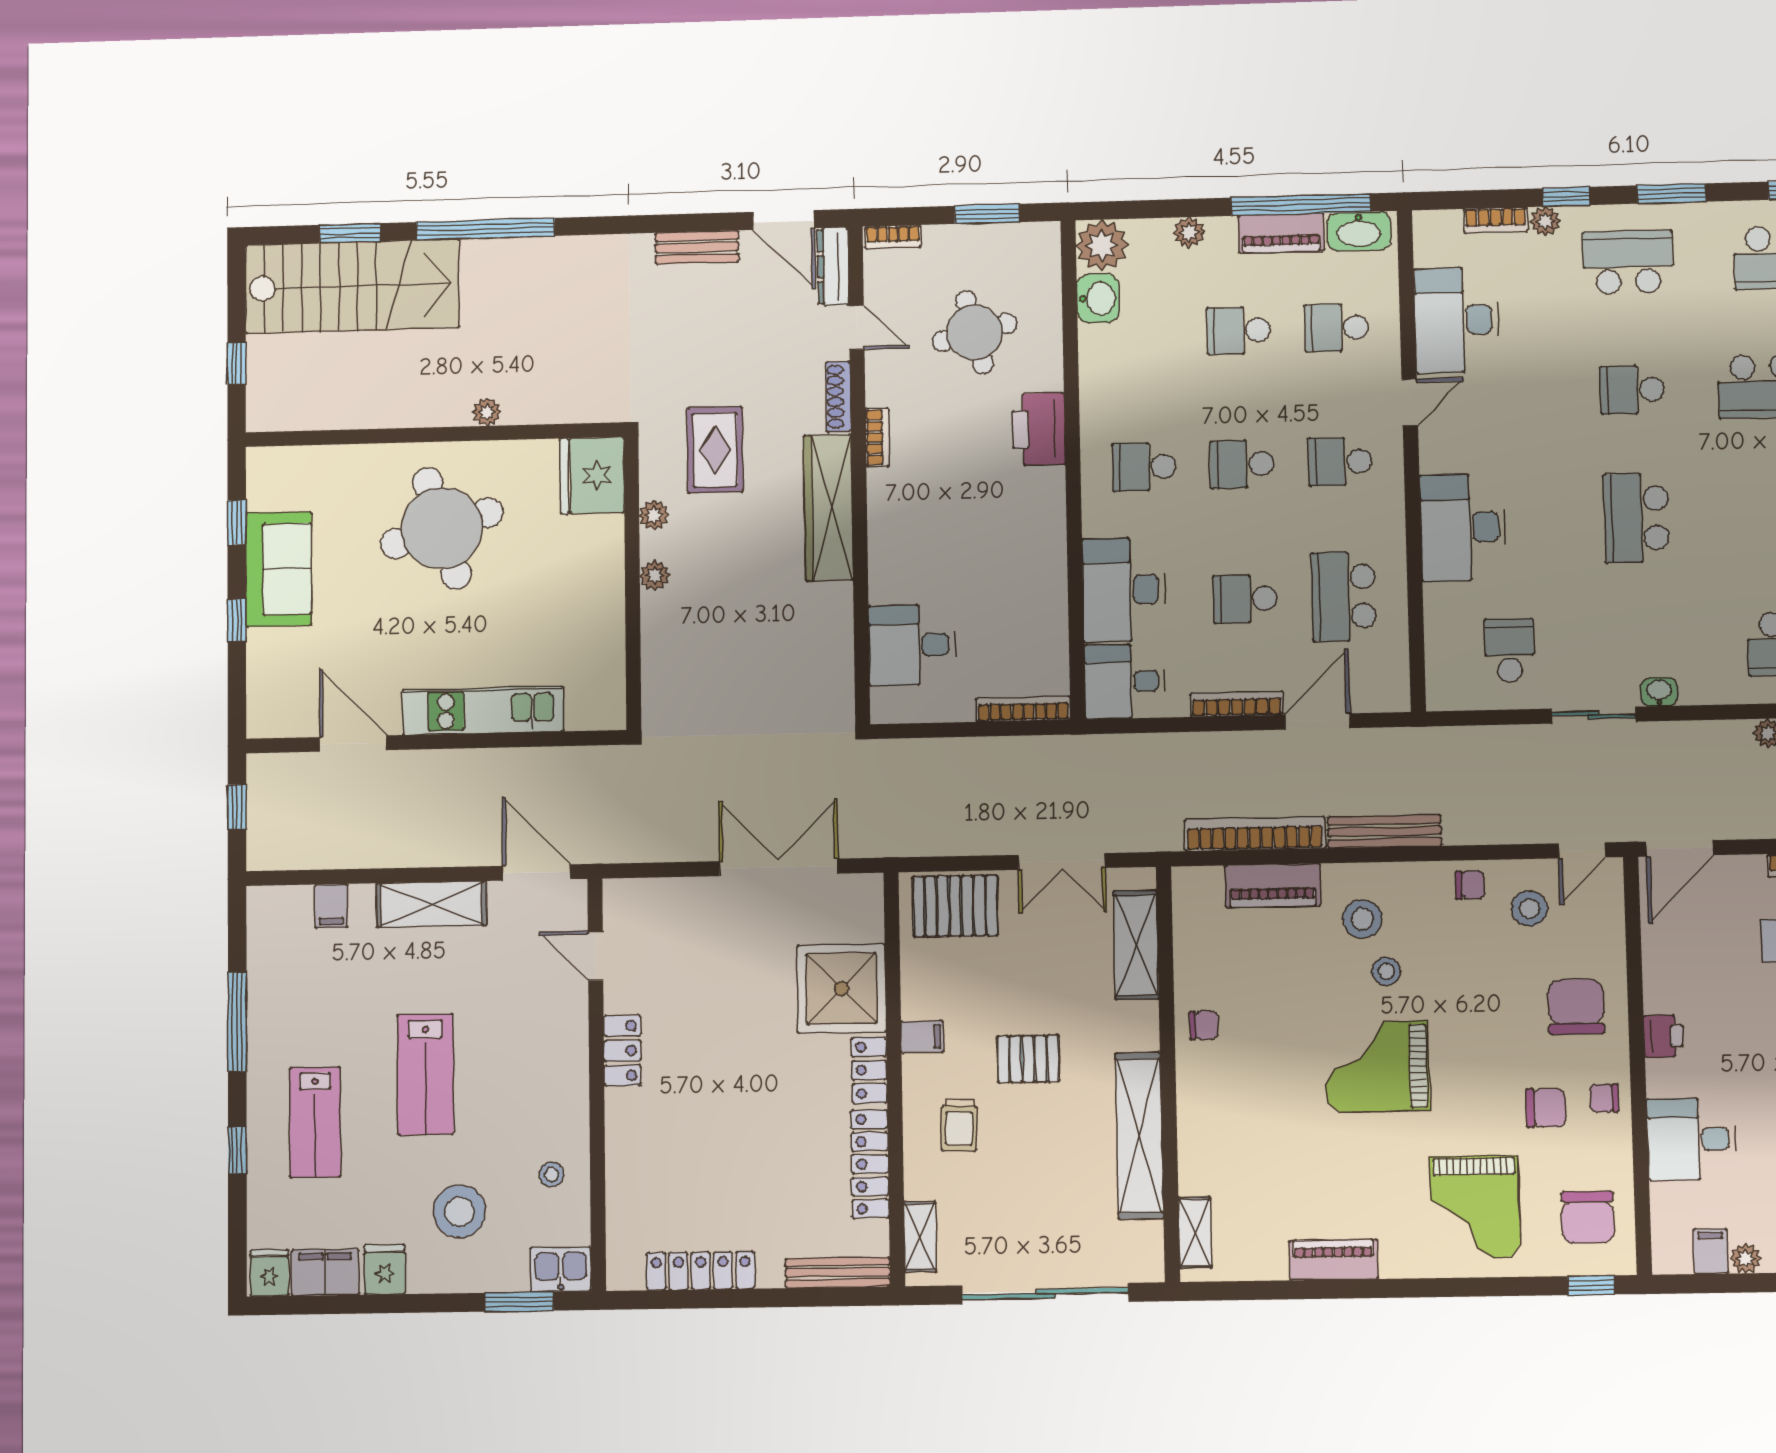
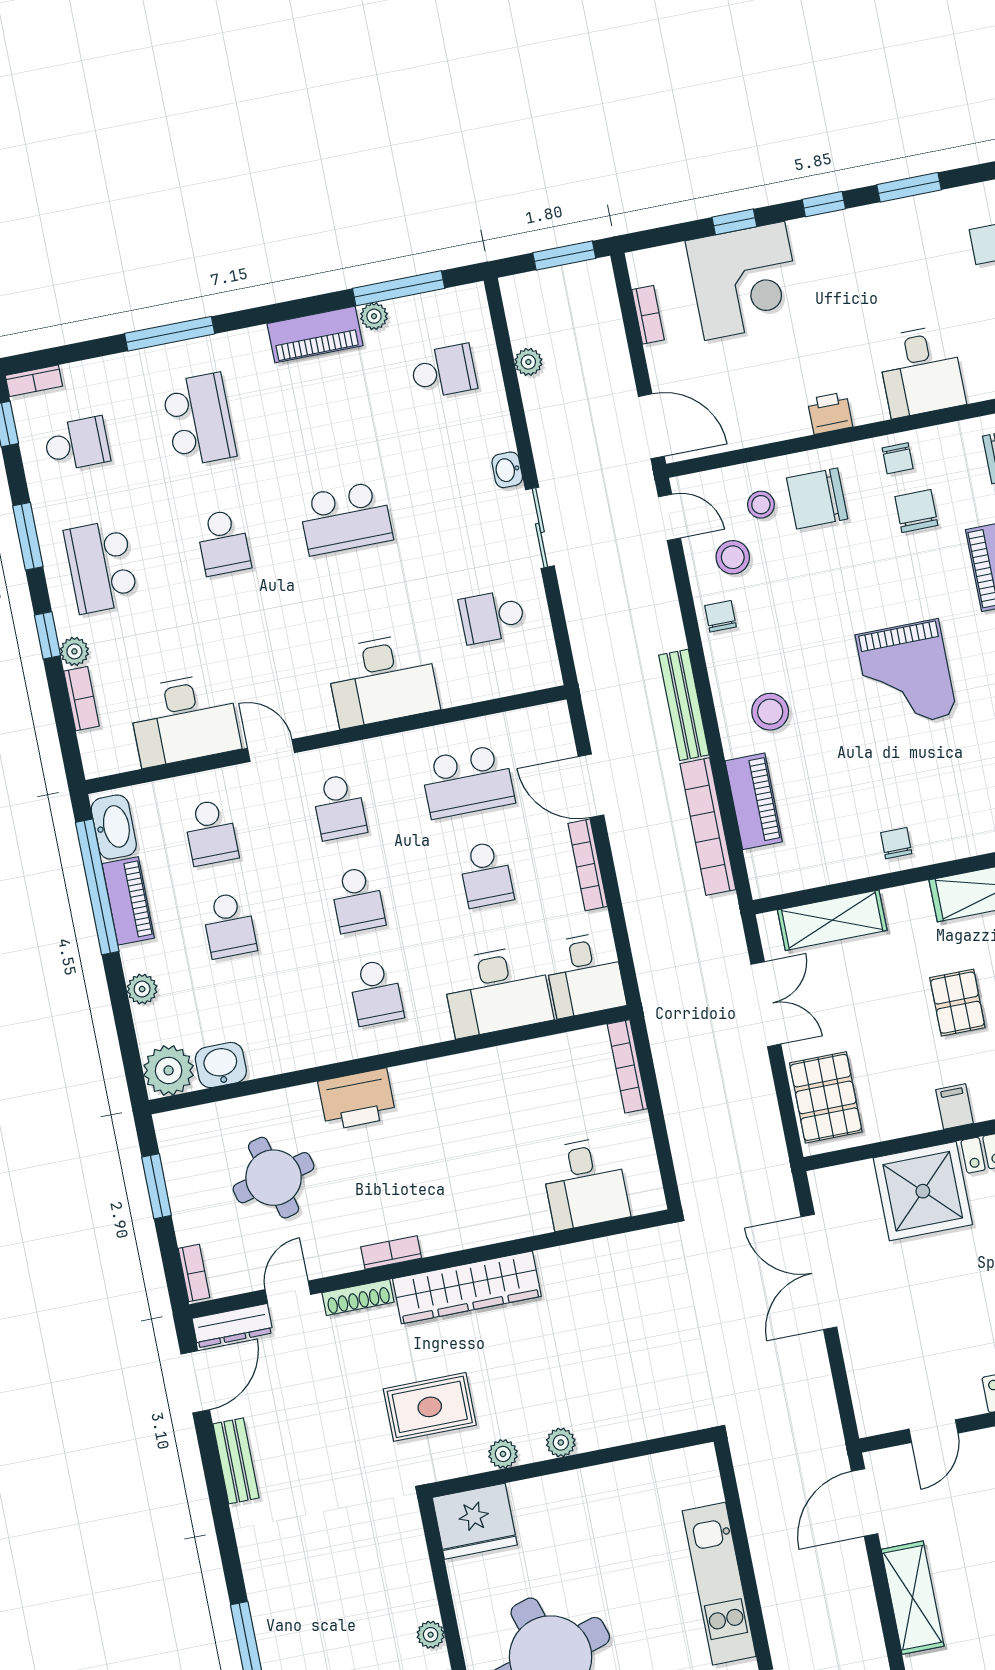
stool: (1386, 971) -> (761, 505), moved

